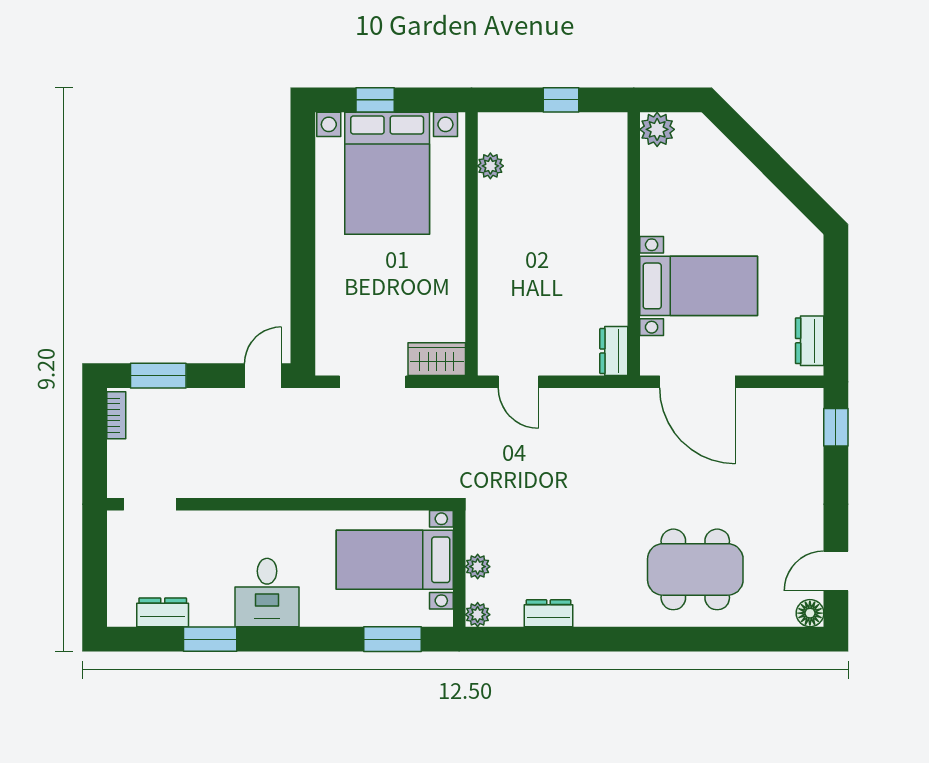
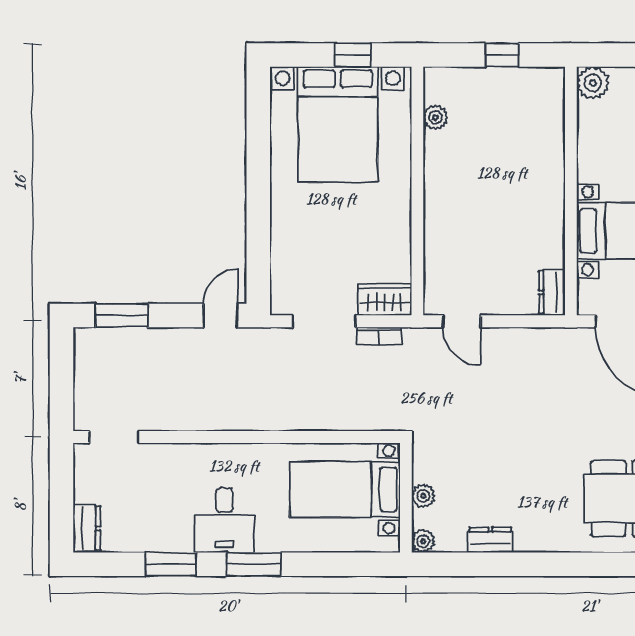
window: (375, 100) -> (353, 55), moved
bookcase: (116, 415) -> (379, 336), moved, turned 90
dresser: (163, 612) -> (87, 528), moved, turned 90
window: (393, 639) -> (254, 564), moved

